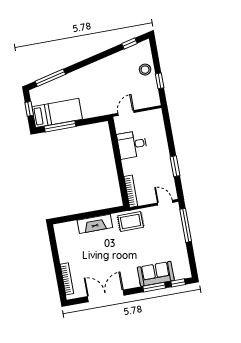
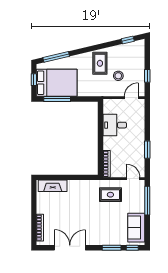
stool: (145, 70) -> (118, 76), moved
rug: (102, 76) -> (100, 63), added
bed: (57, 113) -> (57, 83), width x1.50
door: (126, 113) -> (131, 98), moved
rug: (131, 222) -> (110, 195), moved
fireplace: (95, 224) -> (53, 186), moved
sofa: (156, 274) -> (136, 228), moved, turned -90

